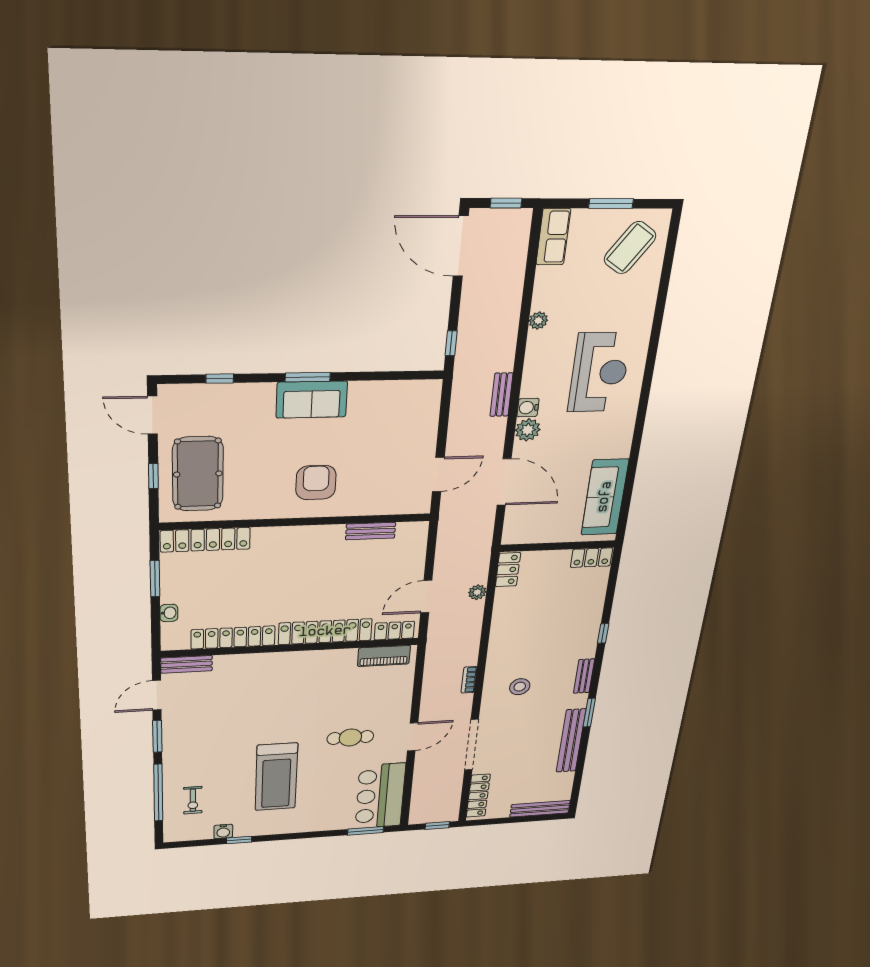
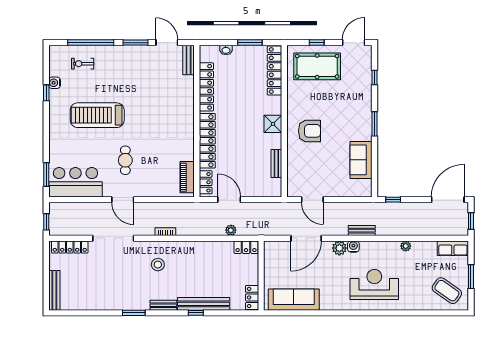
reception desk: (599, 372) -> (374, 284), turned 180
sofa: (312, 400) -> (361, 160), moved
shower: (301, 539) -> (273, 124), added
bench: (571, 741) -> (204, 304), moved

